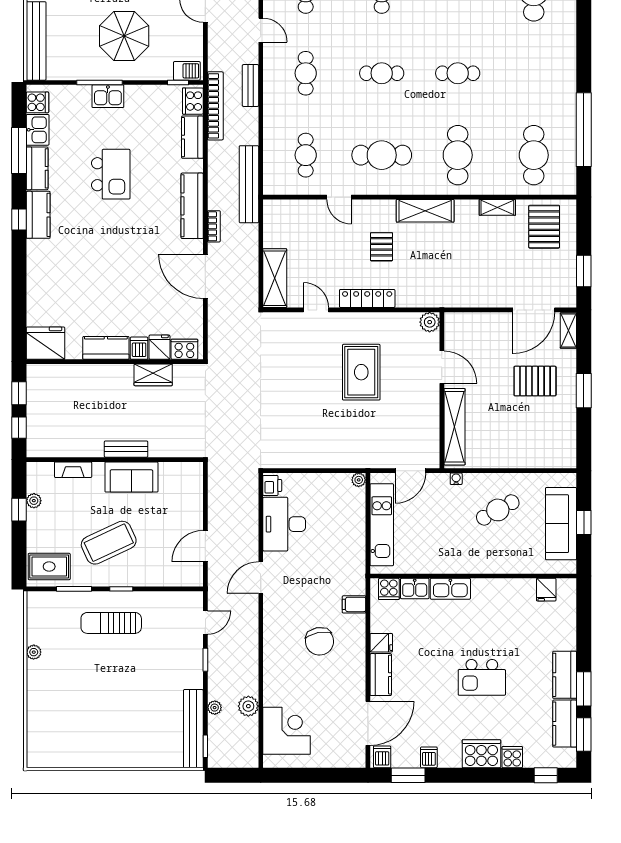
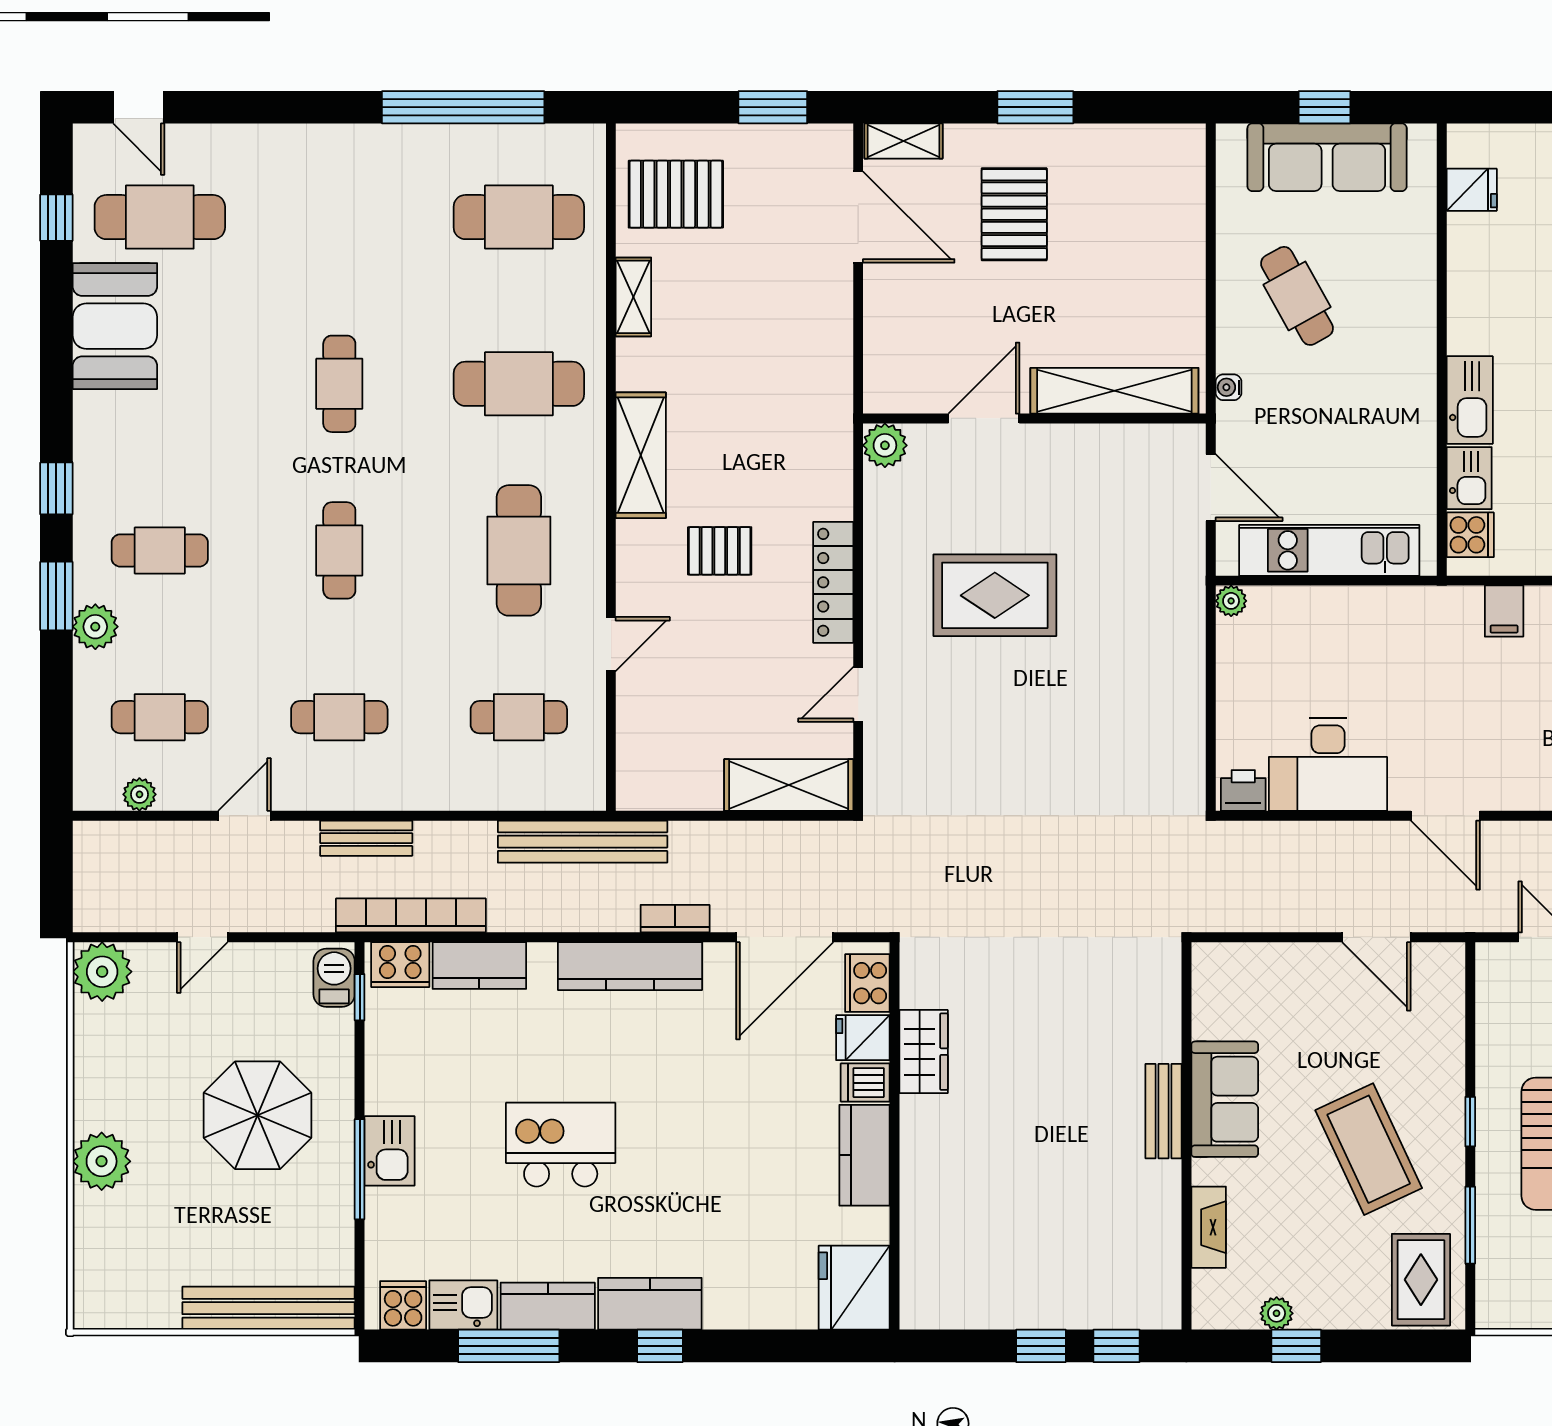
fridge: (46, 343) -> (854, 1288), moved
fridge: (159, 347) -> (863, 1038), moved
kitchen counter: (106, 348) -> (865, 1155), moved
dishwasher: (139, 348) -> (865, 1083), moved
cooker: (184, 349) -> (867, 983), moved
wall: (115, 362) -> (895, 1136), moved
wardrobe: (153, 375) -> (924, 1052), moved

